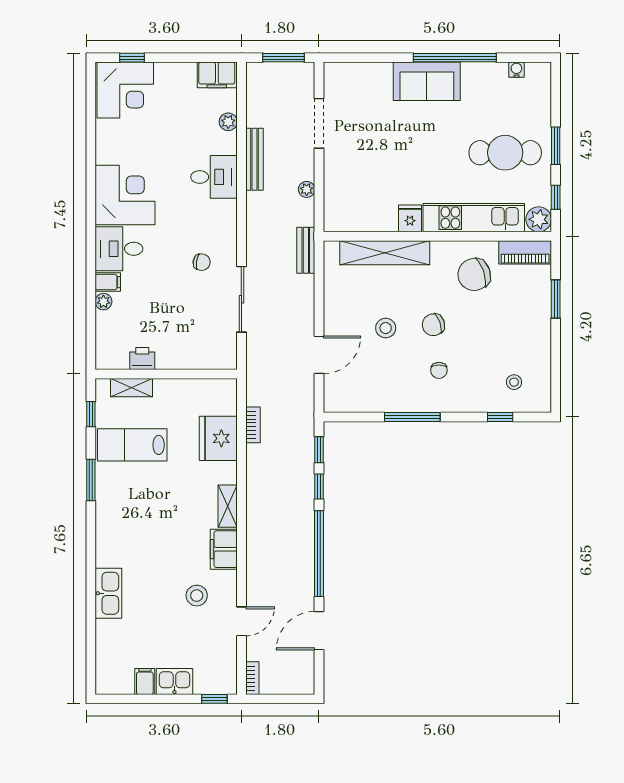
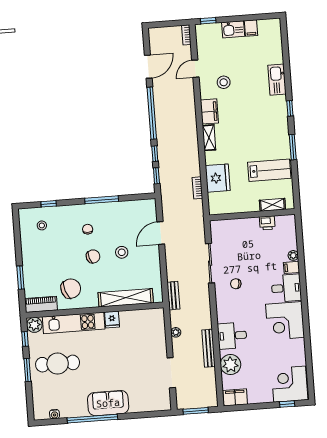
plant: (228, 122) -> (230, 365), width x1.88, depth x1.88
window: (91, 414) -> (290, 108), moved

